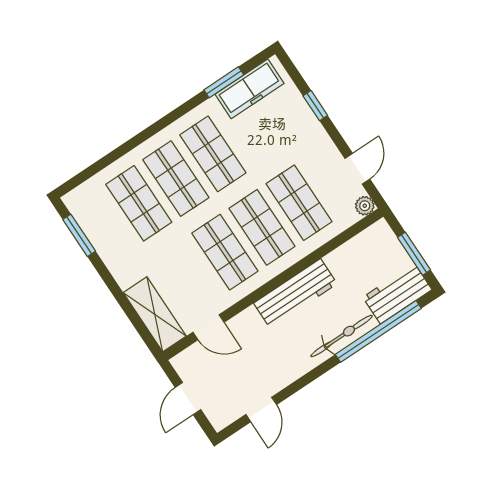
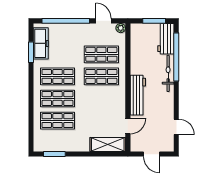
window: (315, 106) -> (66, 21), width x3.17
shop shelf: (225, 252) -> (101, 98), removed
workbench: (295, 293) -> (138, 95), moved

